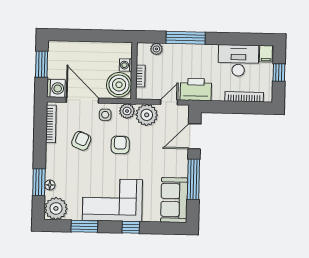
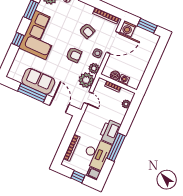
window: (186, 38) -> (116, 147), moved
boiler: (119, 85) -> (115, 76), width x0.54, depth x0.54
printer: (196, 90) -> (110, 132), moved, turned 180
sofa: (174, 200) -> (38, 81), moved

